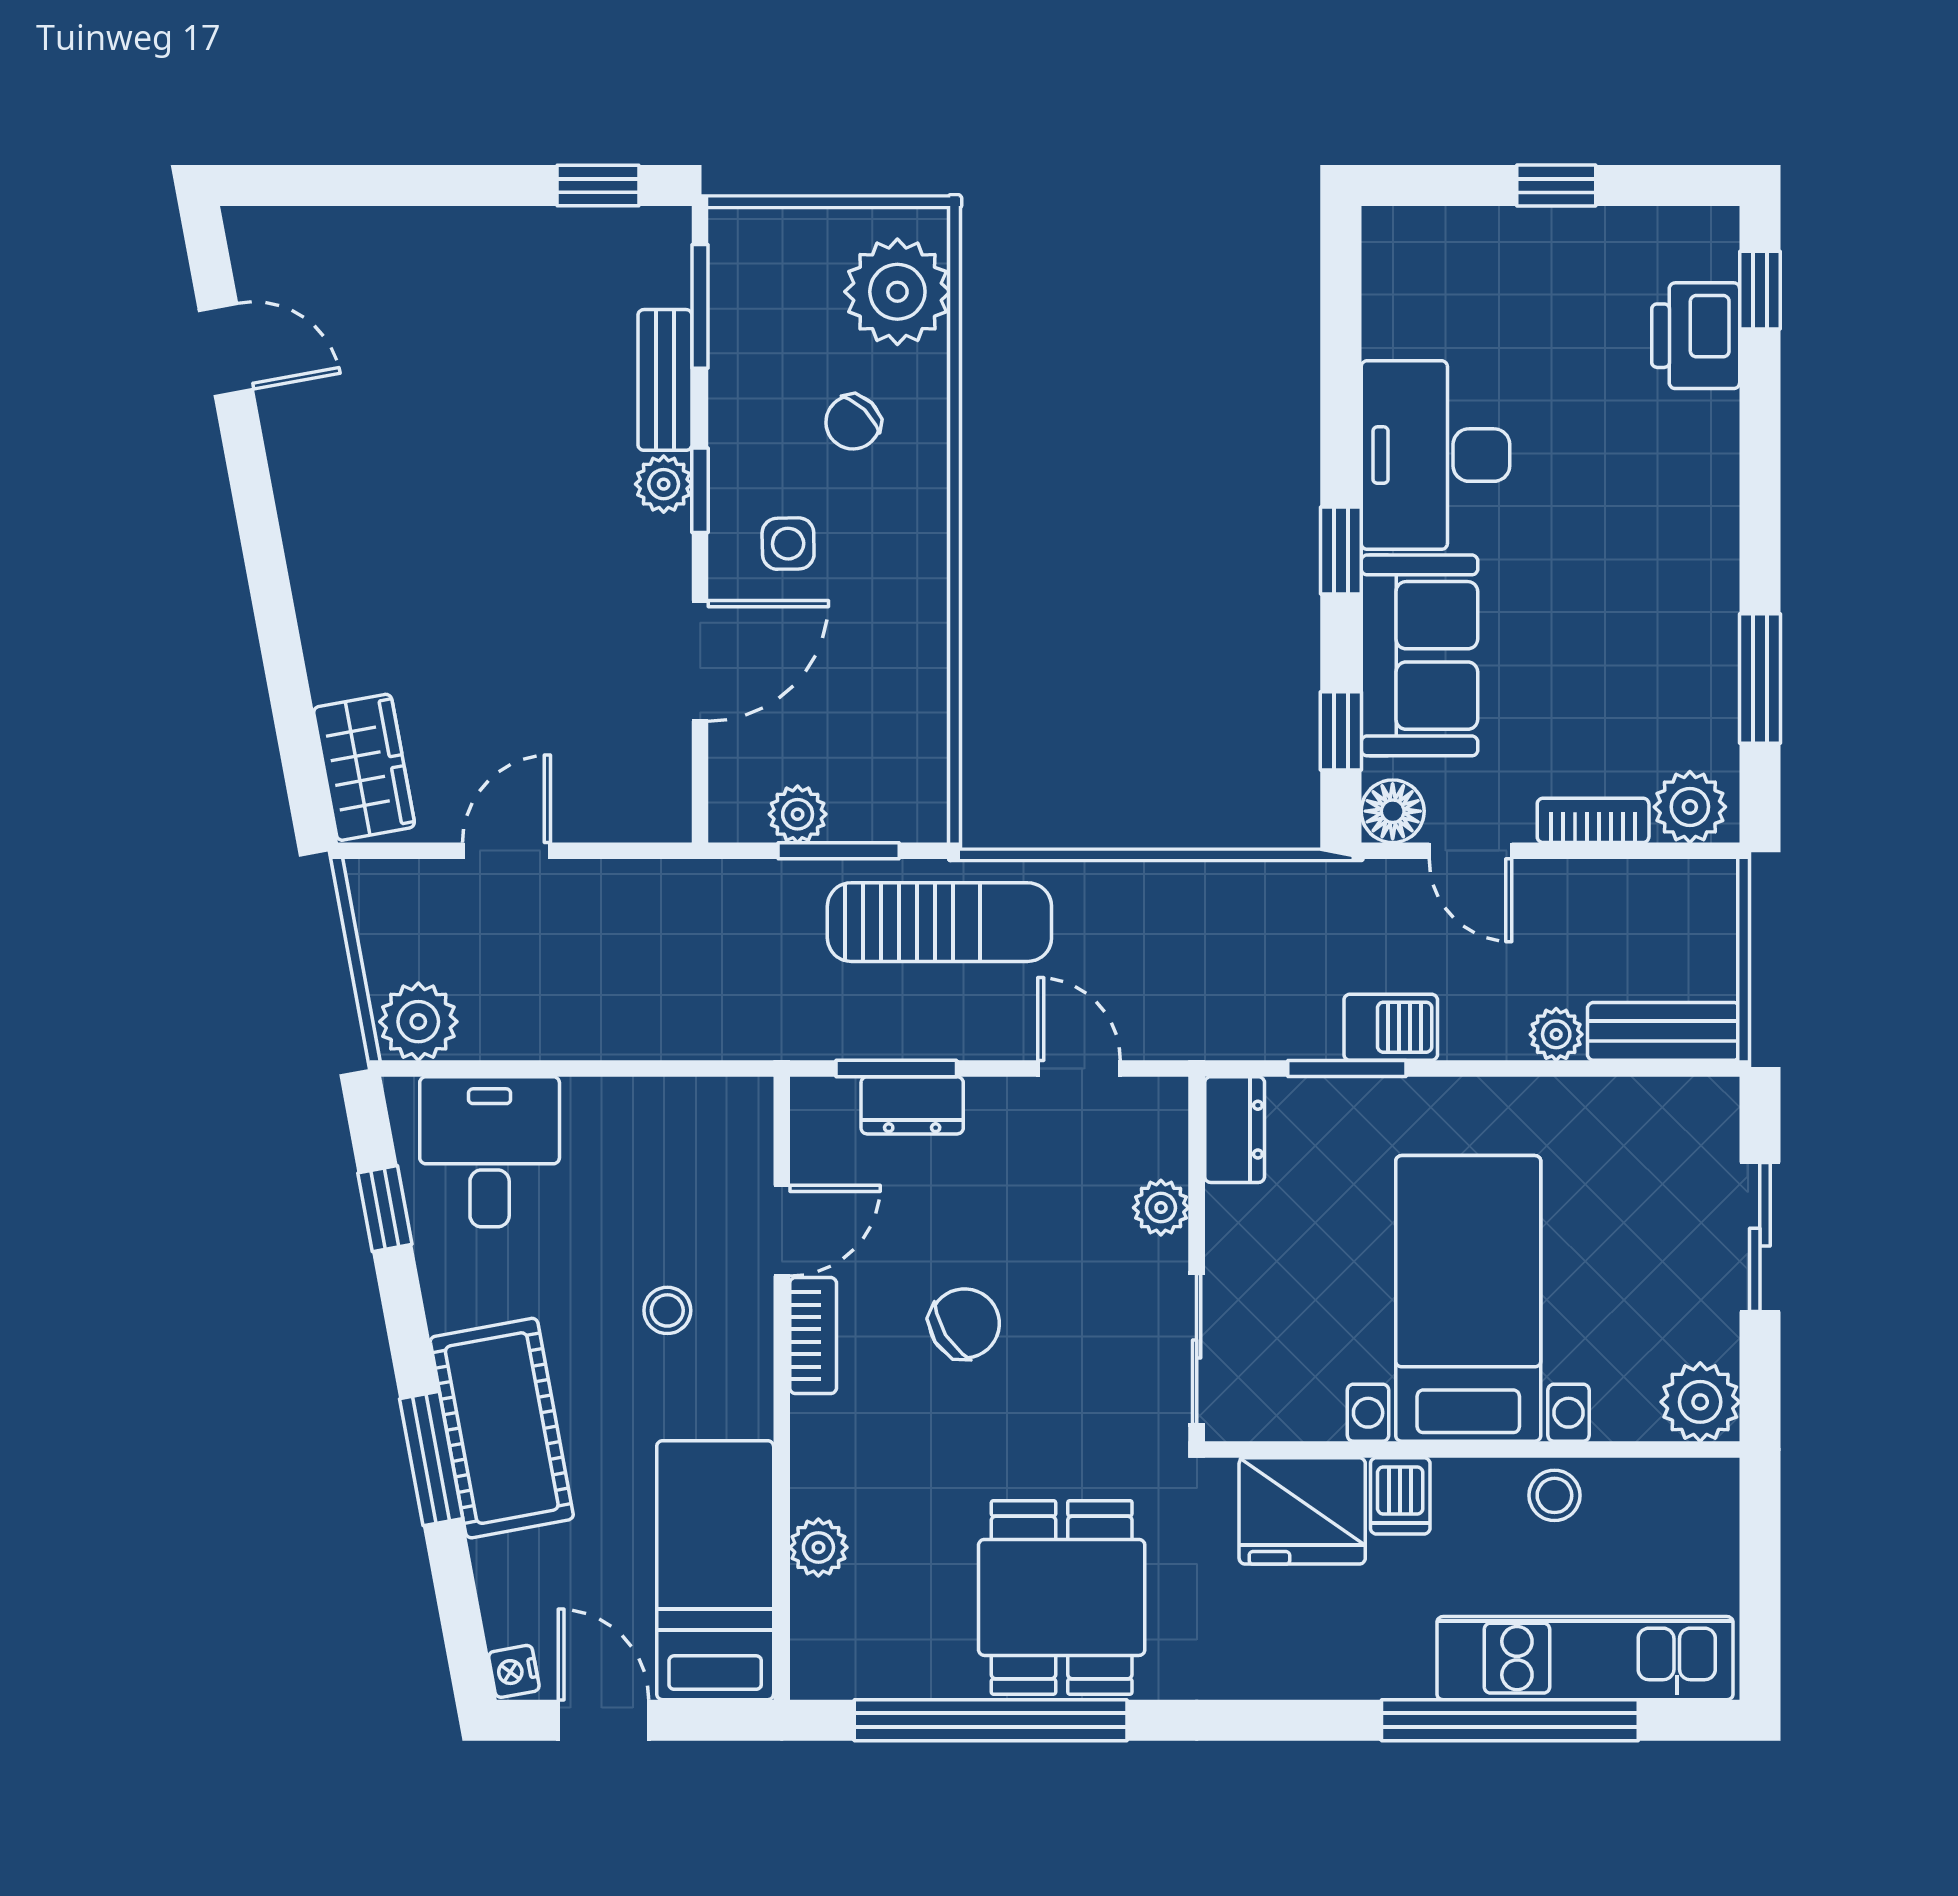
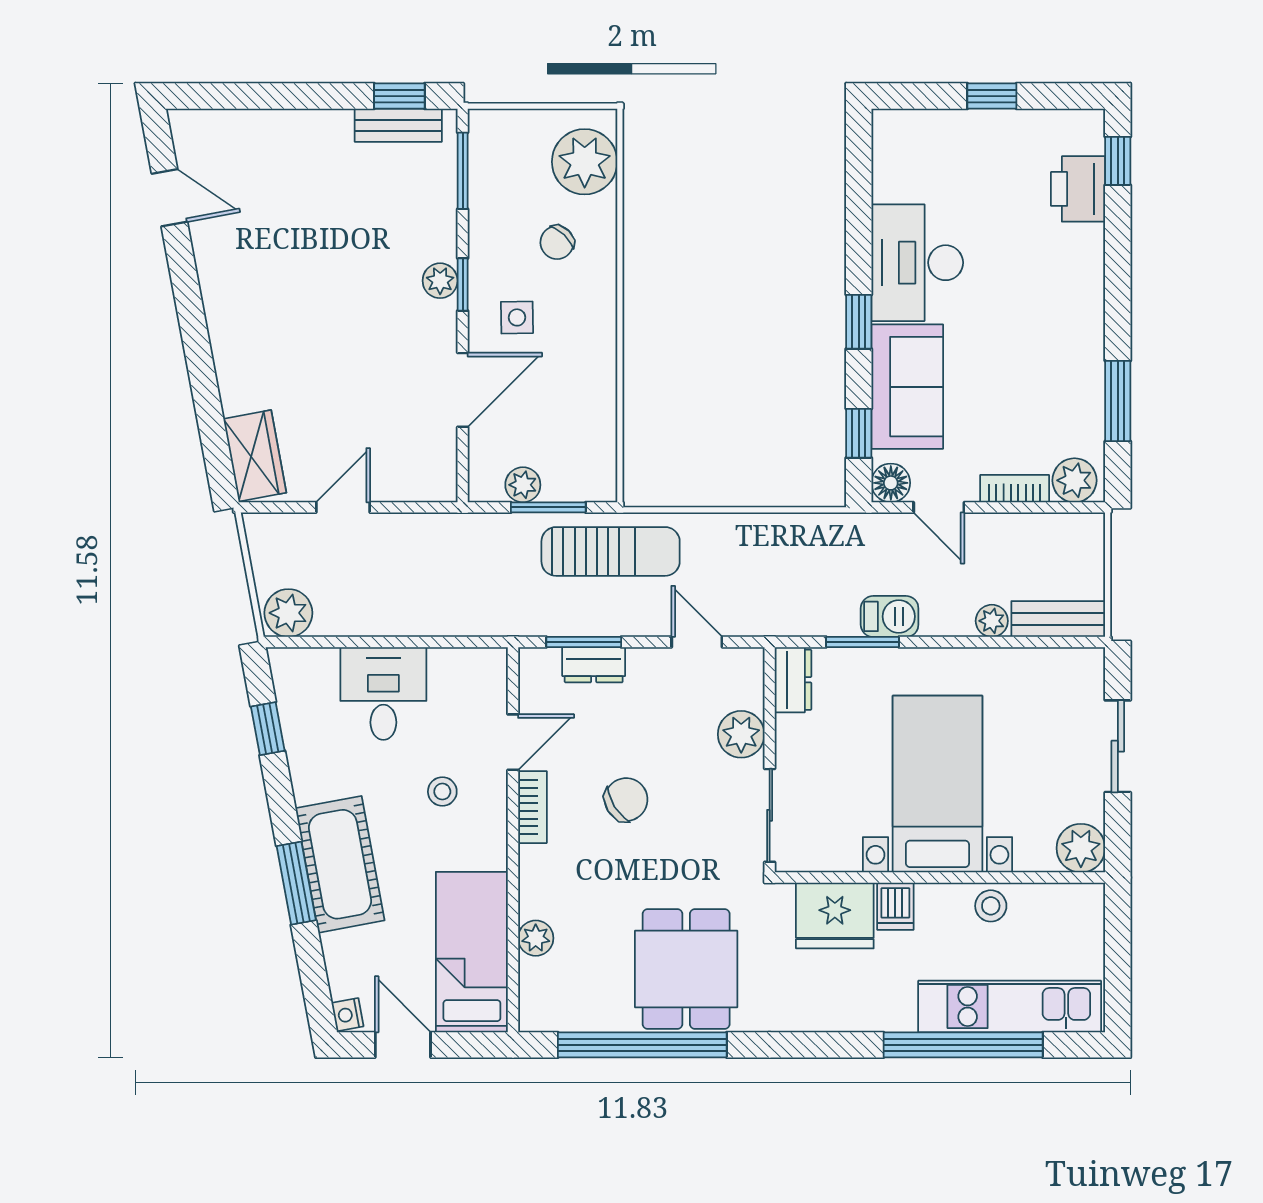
bench: (665, 380) -> (398, 125), moved, turned 90
desk: (490, 1152) -> (383, 693), moved
plant: (1161, 1208) -> (741, 734), width x1.38, depth x1.38

